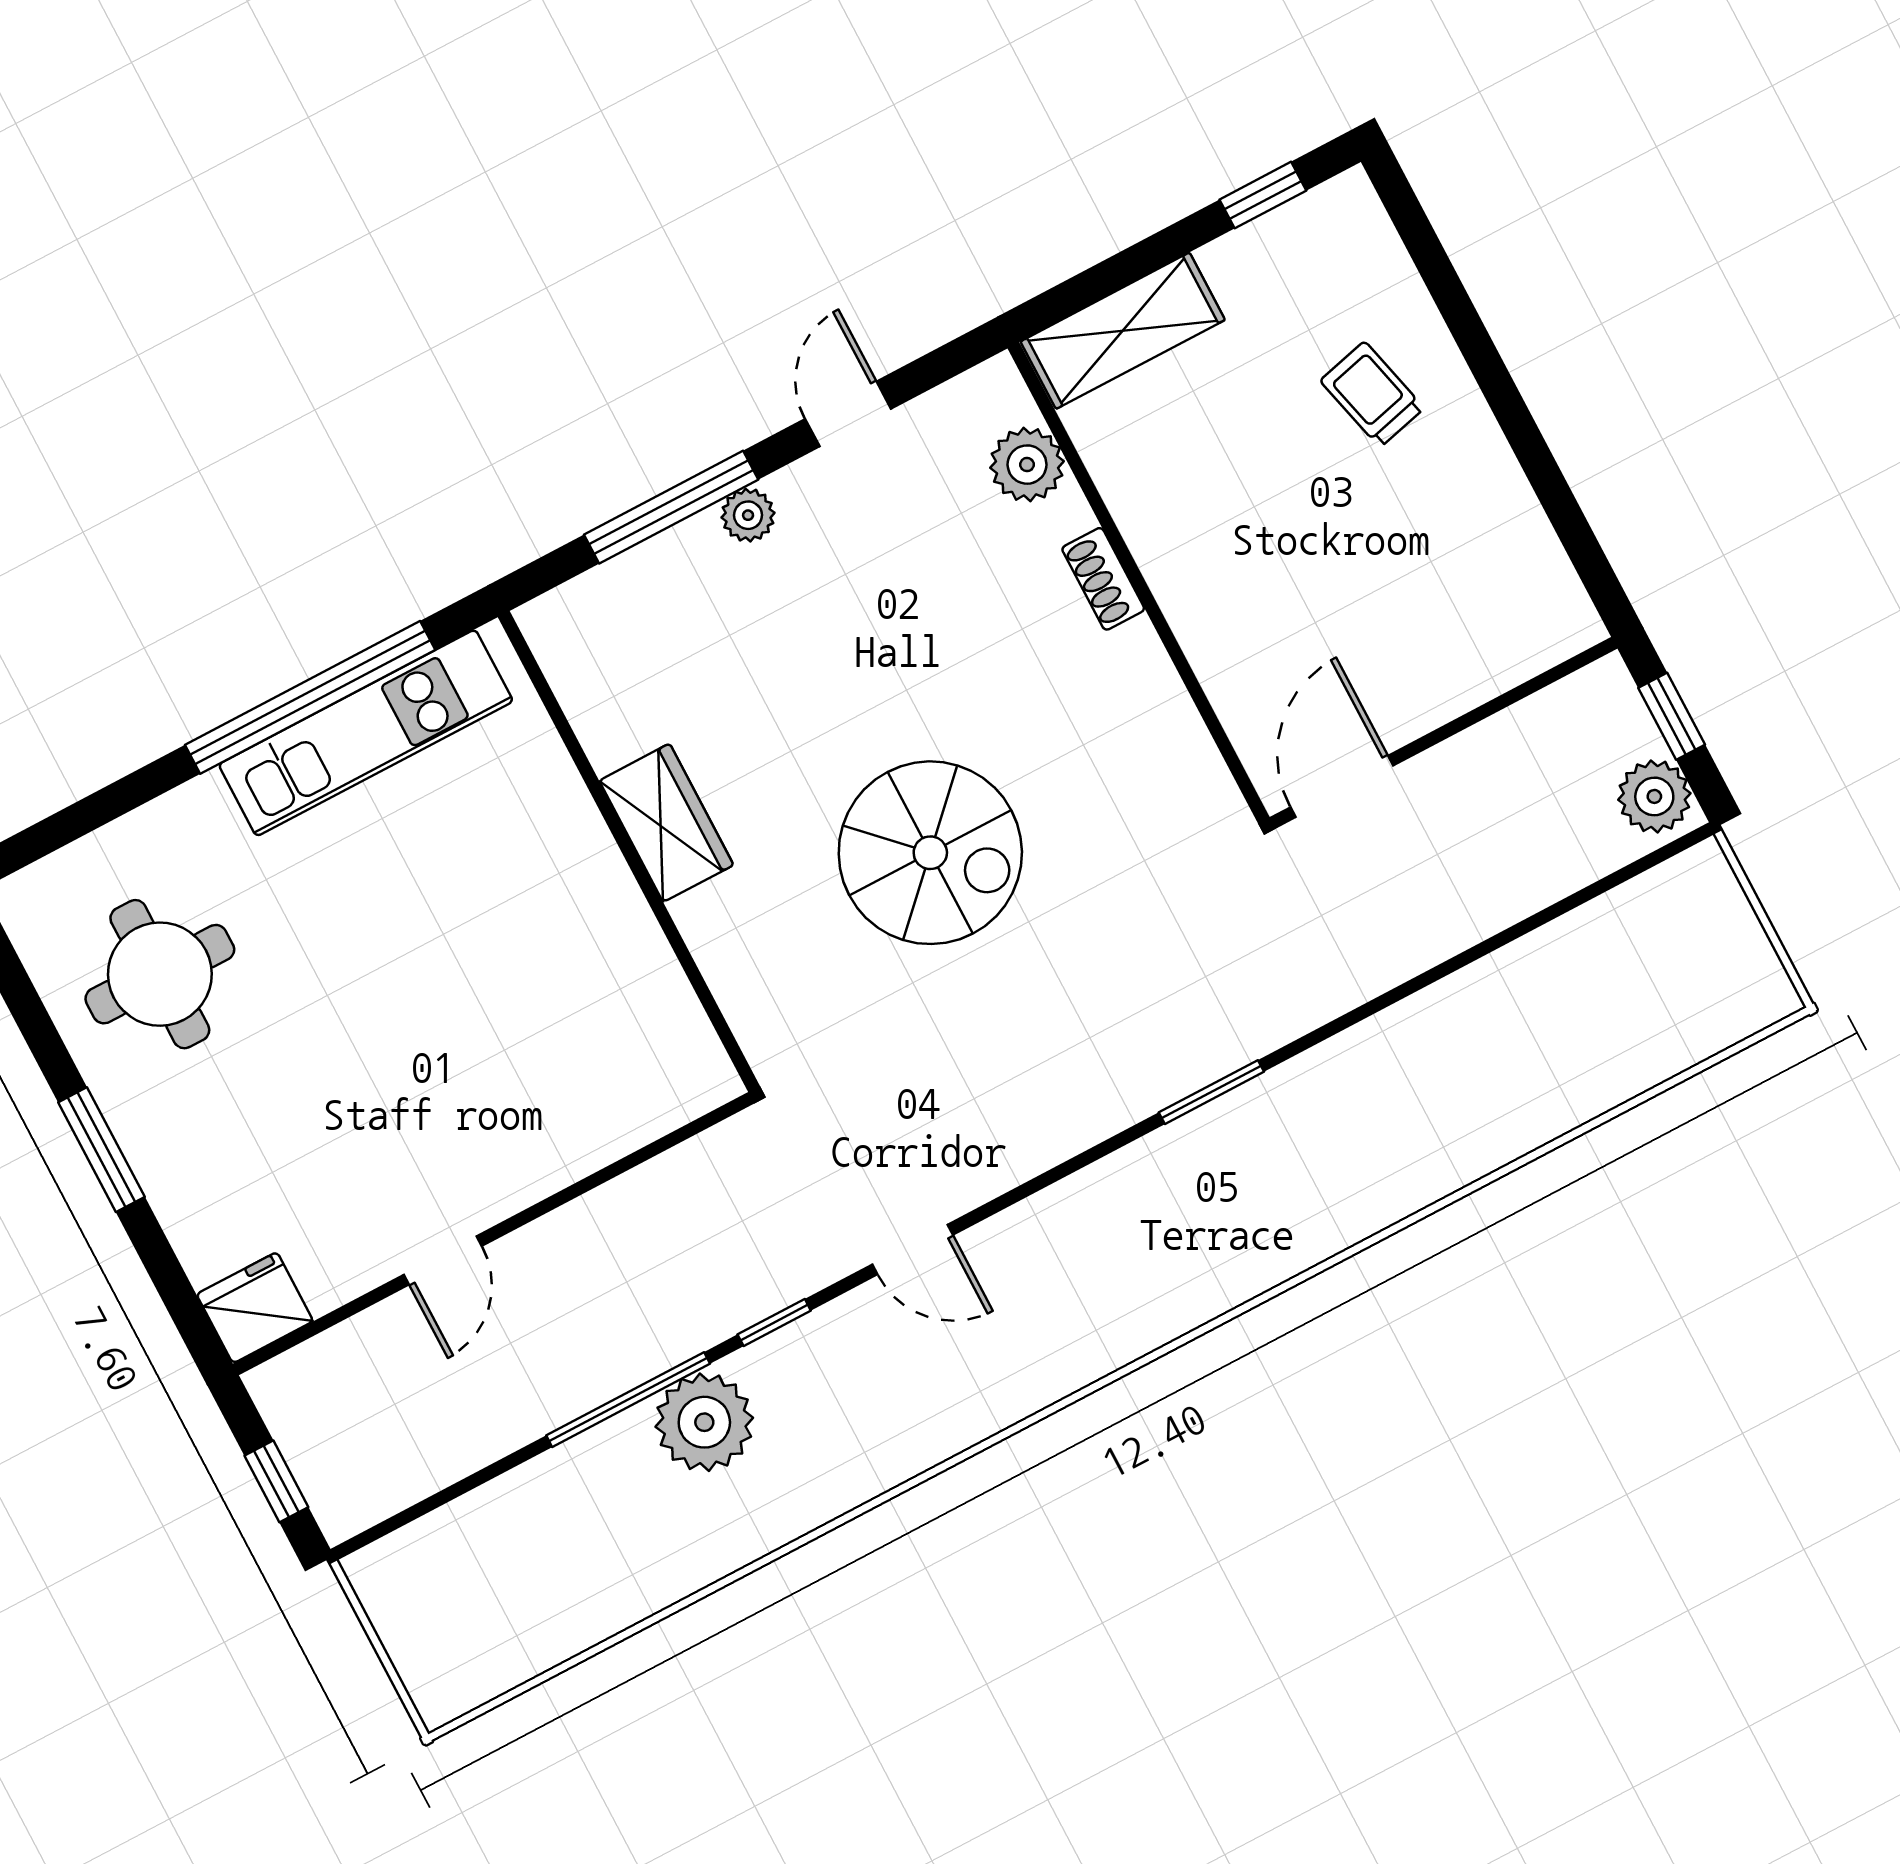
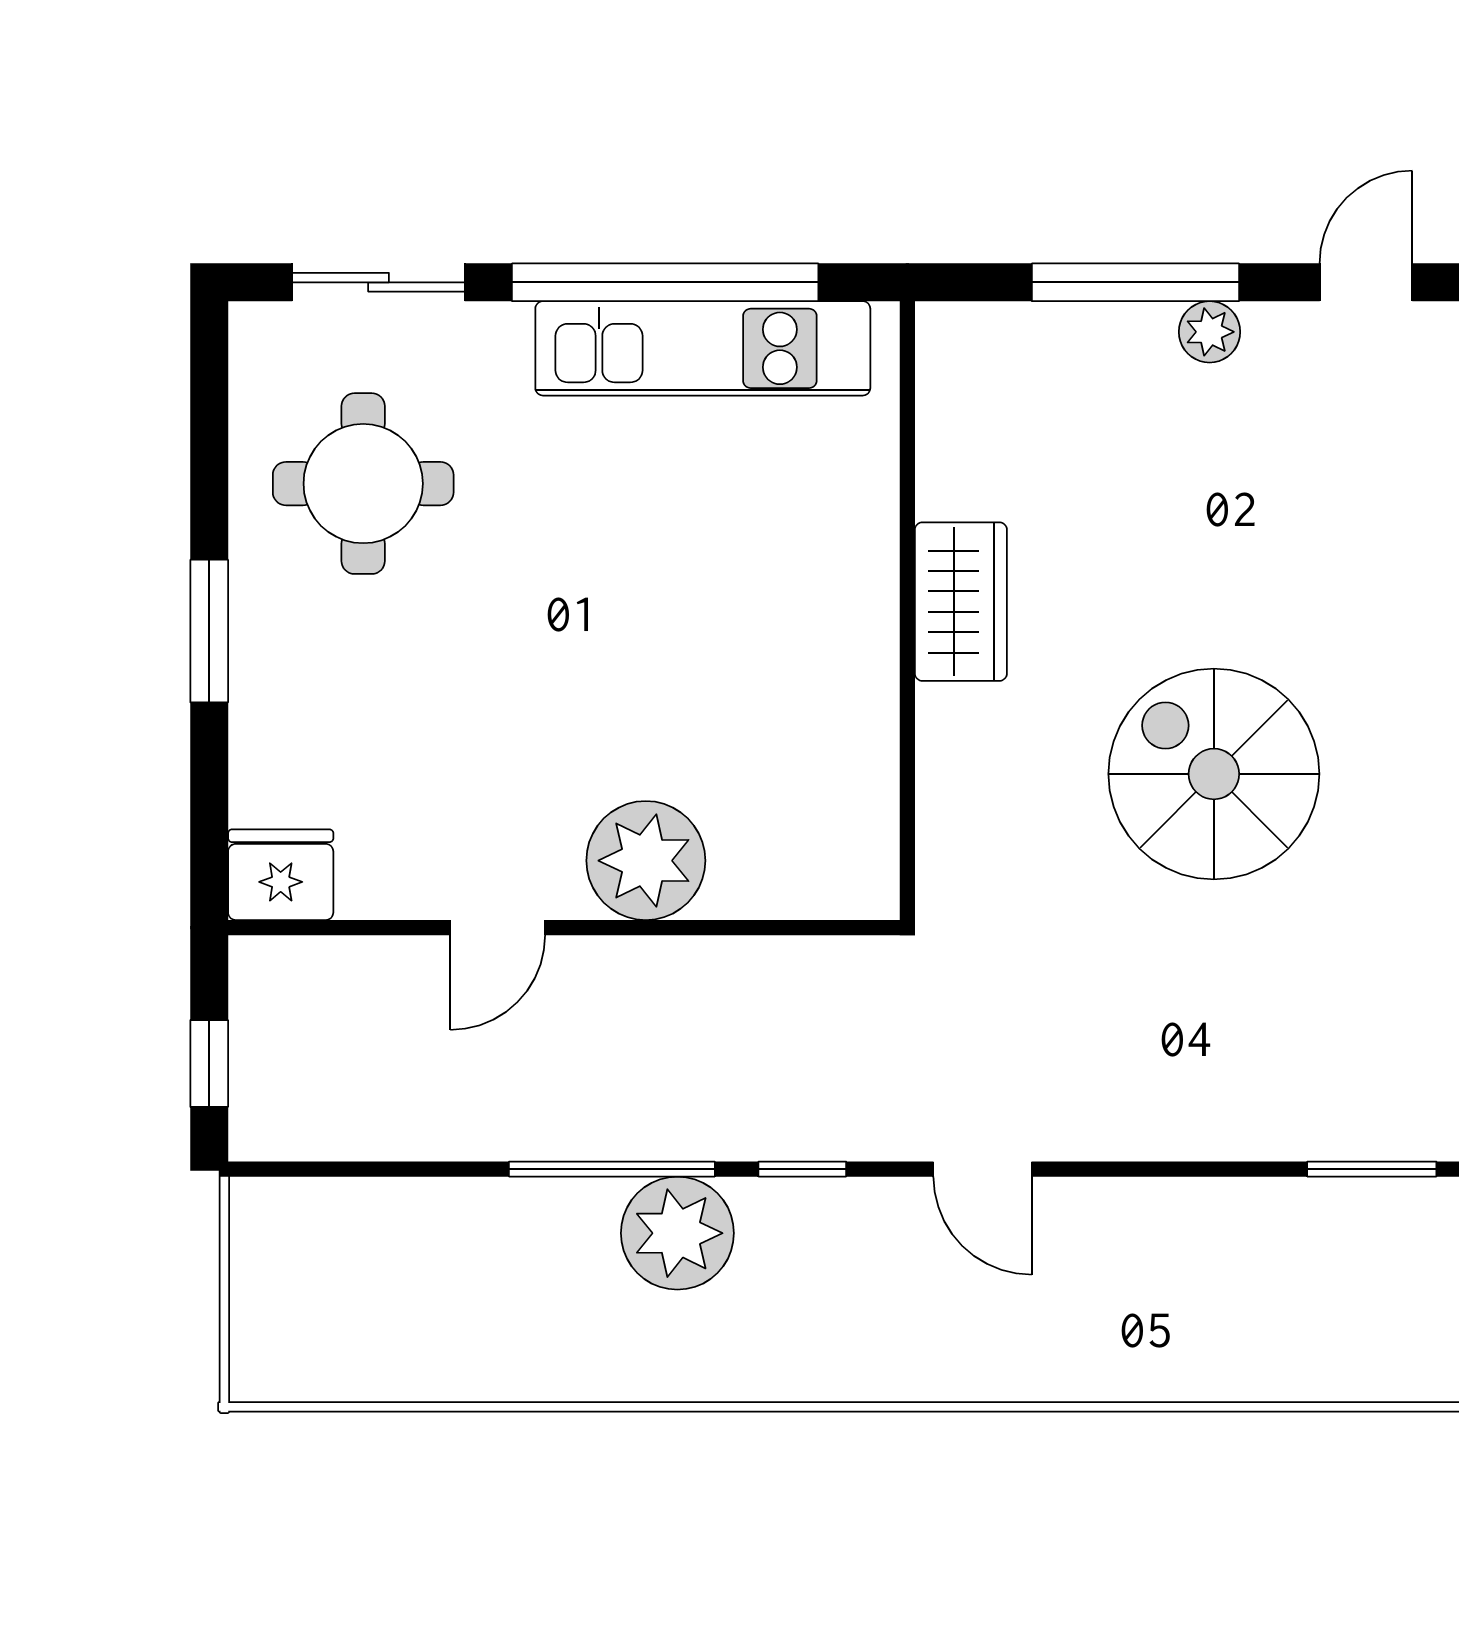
sliding door: (90, 813) -> (379, 282), added
spiral stairs: (930, 853) -> (1214, 774), turned 180
plant: (529, 1149) -> (646, 861), added

